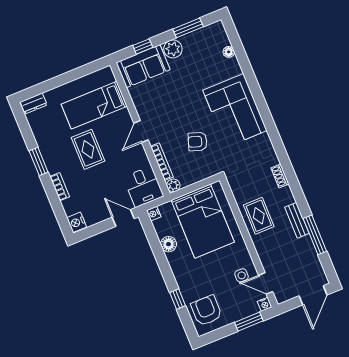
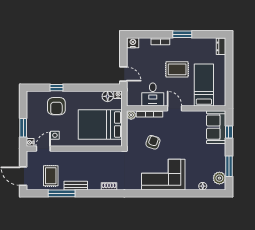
plant: (173, 49) -> (219, 178), moved
desk: (143, 187) -> (153, 94), moved, turned -90
rug: (259, 216) -> (51, 176), moved, turned 90
door: (123, 218) -> (123, 74), hinge flipped
floor lamp: (169, 244) -> (108, 96), moved
armchair: (206, 311) -> (56, 106), moved, turned 90

